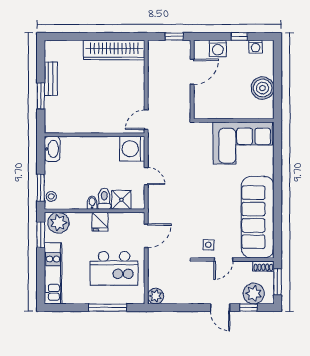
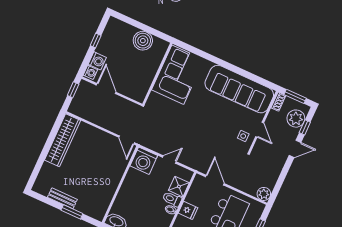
washing machine: (256, 47) -> (90, 72), moved

